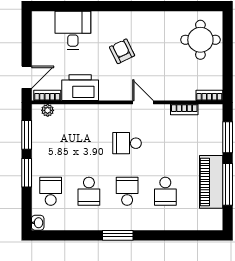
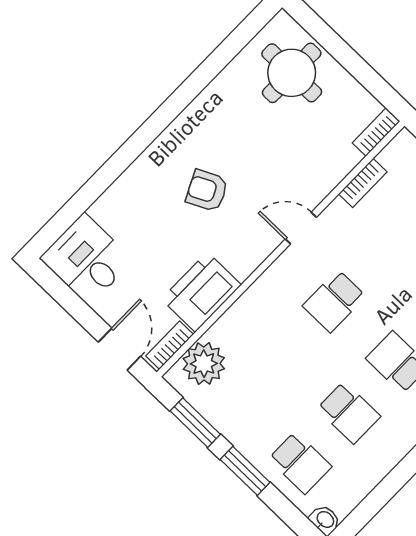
desk: (73, 30) -> (87, 259), moved
plant: (48, 110) -> (204, 364), width x1.88, depth x1.88
school desk: (51, 191) -> (300, 463), turned 180

